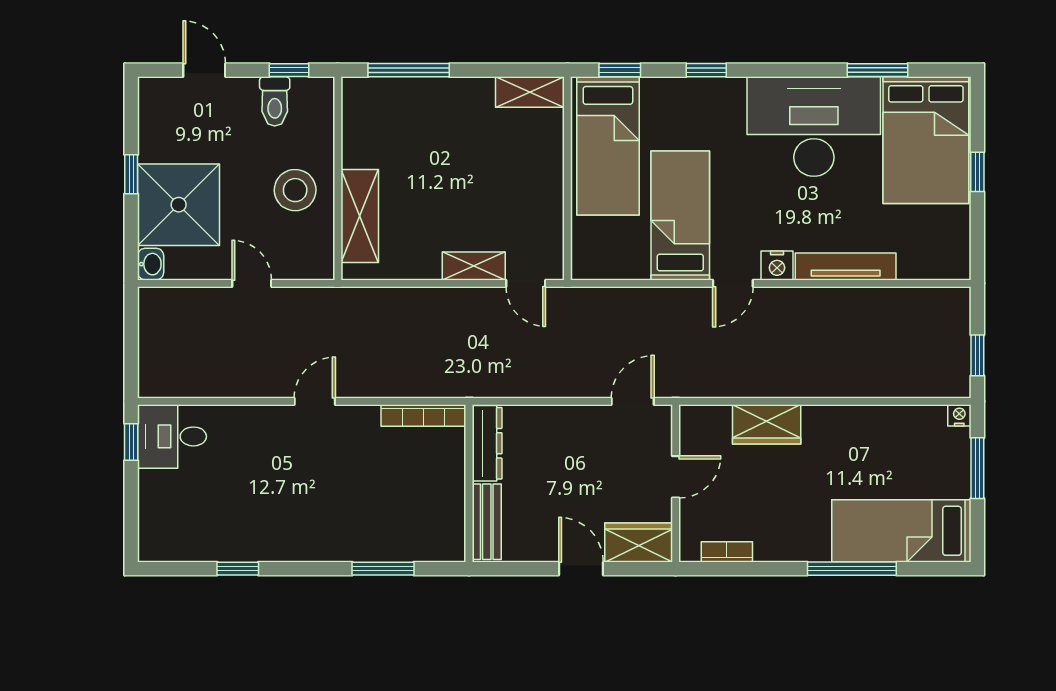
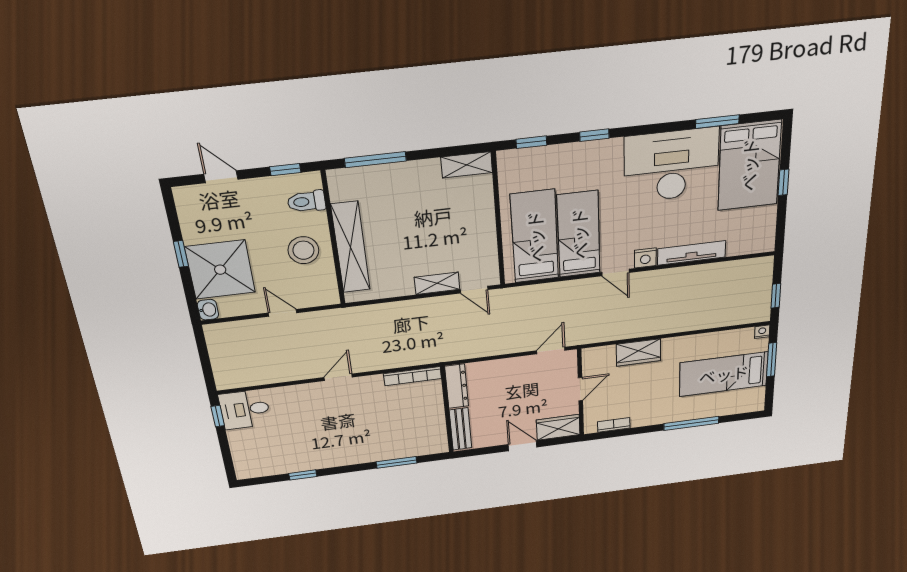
toilet: (275, 101) -> (306, 202), moved, turned 90
bed: (608, 146) -> (535, 237), moved, turned 180
shelving: (360, 216) -> (351, 247), width x1.47
door: (733, 283) -> (616, 272), hinge flipped
bed: (901, 531) -> (724, 374), moved

